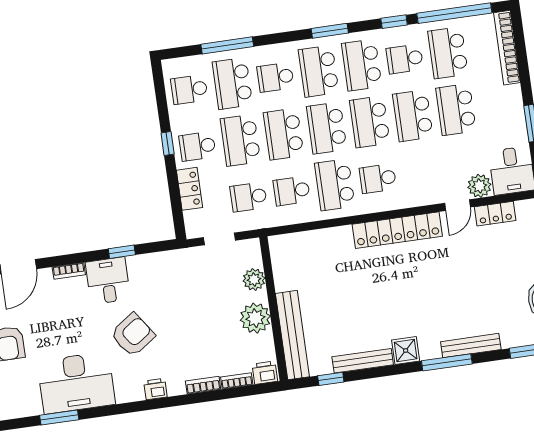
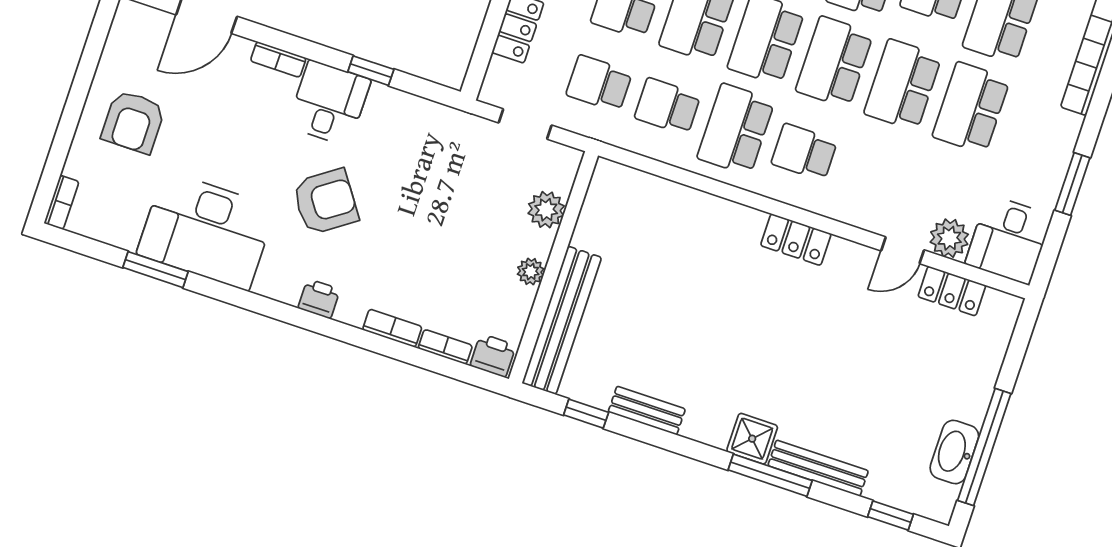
locker: (397, 230) -> (796, 240), width x0.46, depth x0.83
plant: (255, 318) -> (531, 272), width x0.53, depth x0.53
shower: (406, 351) -> (752, 439), moved
bench: (363, 361) -> (647, 411), width x0.73

